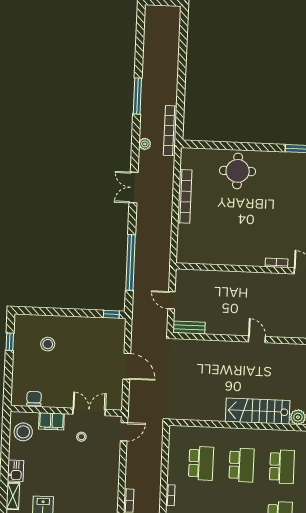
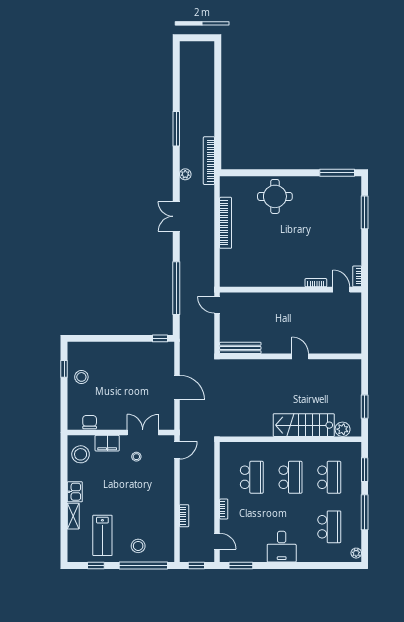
door: (172, 300) -> (217, 305), moved
bench: (189, 328) -> (240, 348), width x1.36
stool: (48, 344) -> (81, 377), moved

